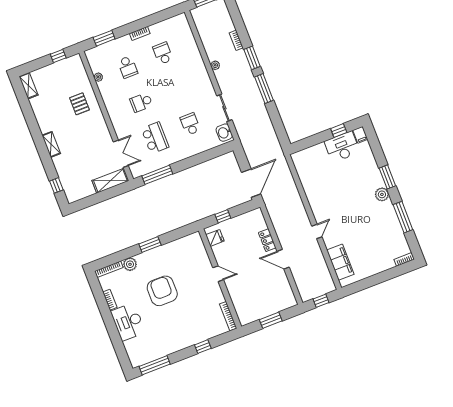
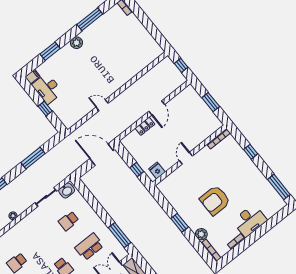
window: (264, 89) -> (33, 158), moved
window: (339, 130) -> (45, 109), moved
window: (387, 177) -> (50, 51), moved
door: (317, 231) -> (102, 105), moved
filing cabinet: (340, 262) -> (144, 59), removed

